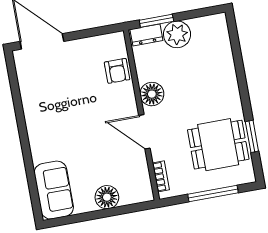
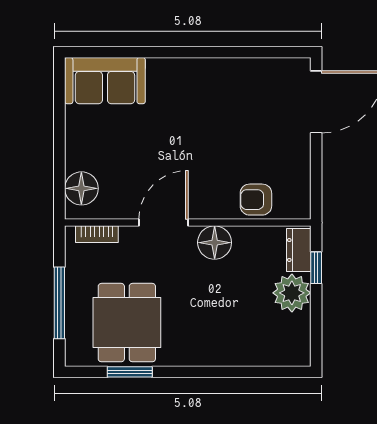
window: (156, 21) -> (316, 268), width x0.67
floor lamp: (107, 197) -> (81, 188), moved

